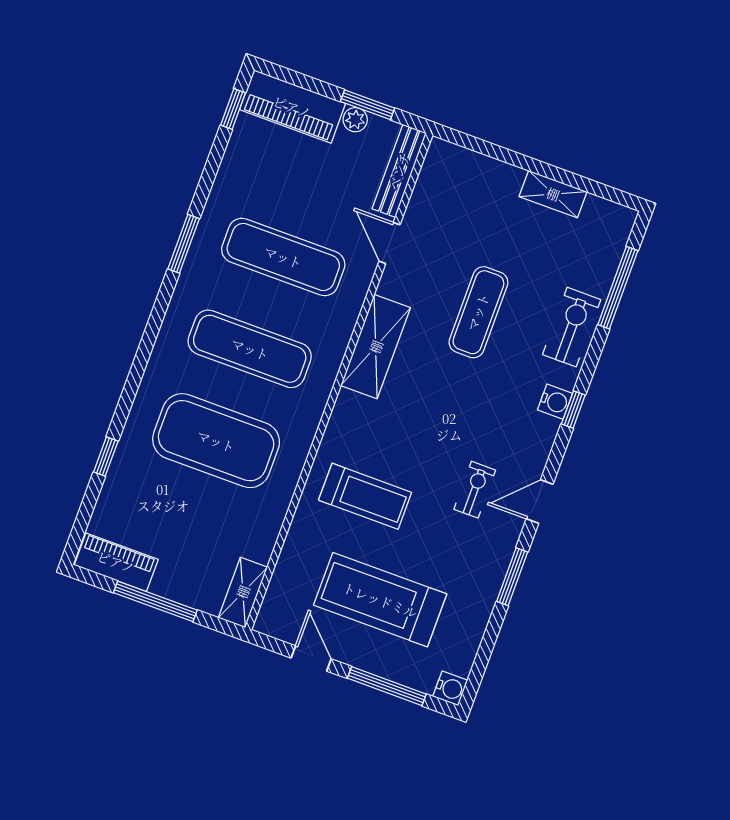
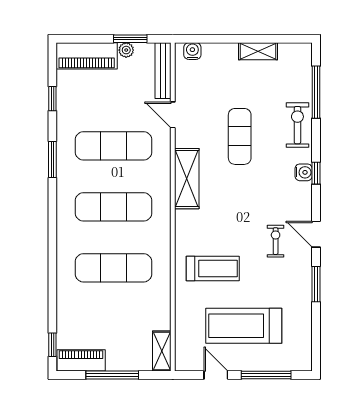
window: (233, 109) -> (52, 99), moved
exercise mat: (216, 441) -> (114, 268), width x0.68
window: (106, 457) -> (52, 345), moved
door: (540, 501) -> (316, 234), hinge flipped
water cooler: (450, 688) -> (192, 51), moved, turned -90

